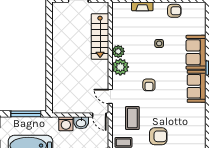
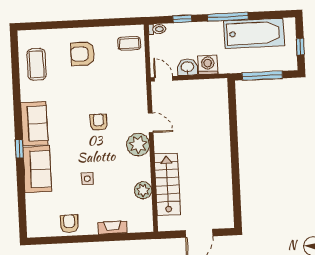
armchair: (174, 11) -> (69, 224), turned 90
plant: (118, 51) -> (143, 190), moved
door: (110, 96) -> (151, 123), moved
coffee table: (132, 118) -> (37, 64), moved

